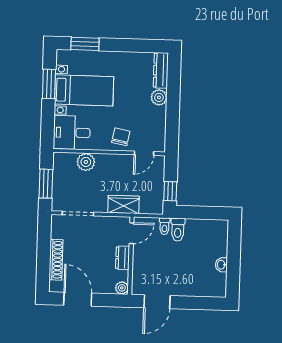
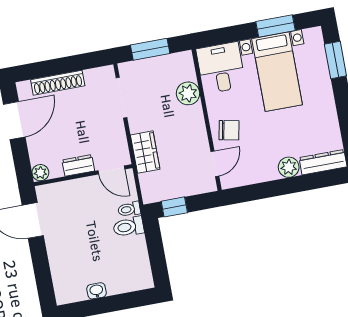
door: (144, 153) -> (215, 164), swing flipped

